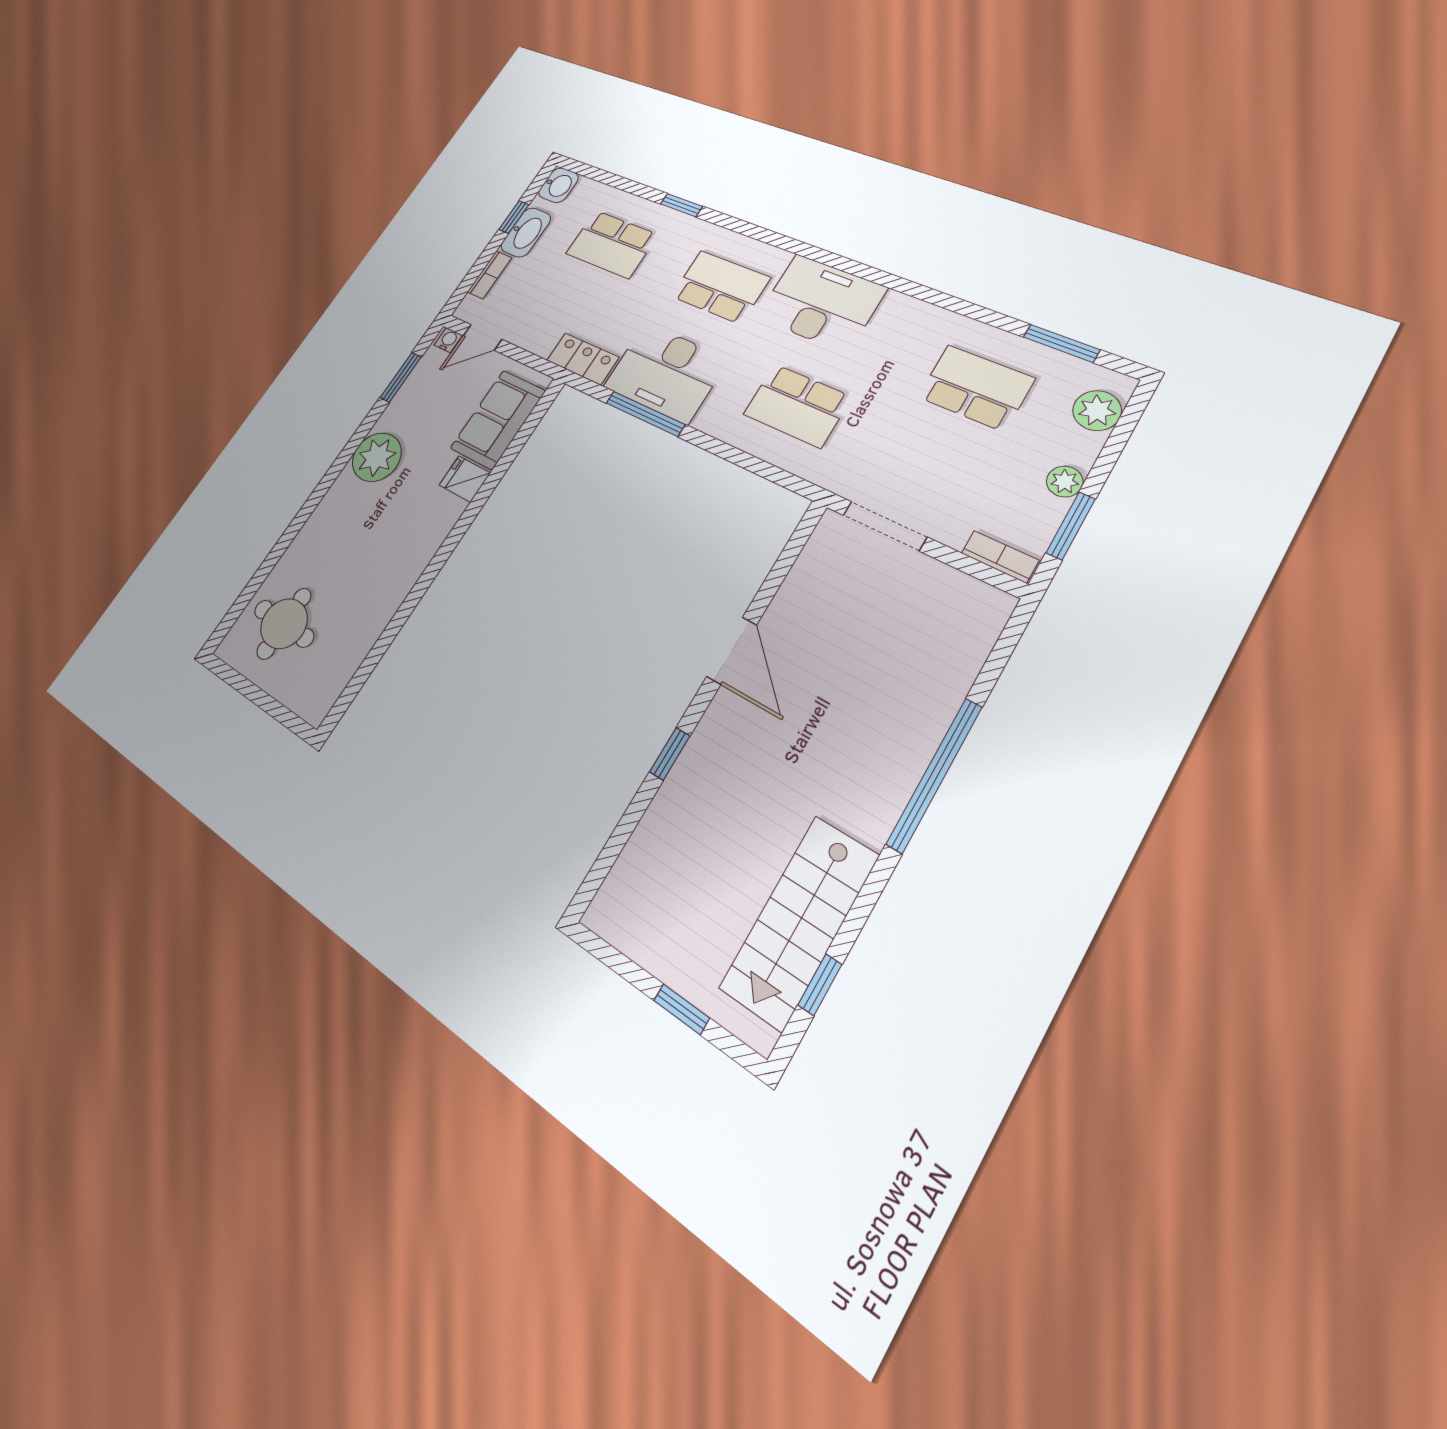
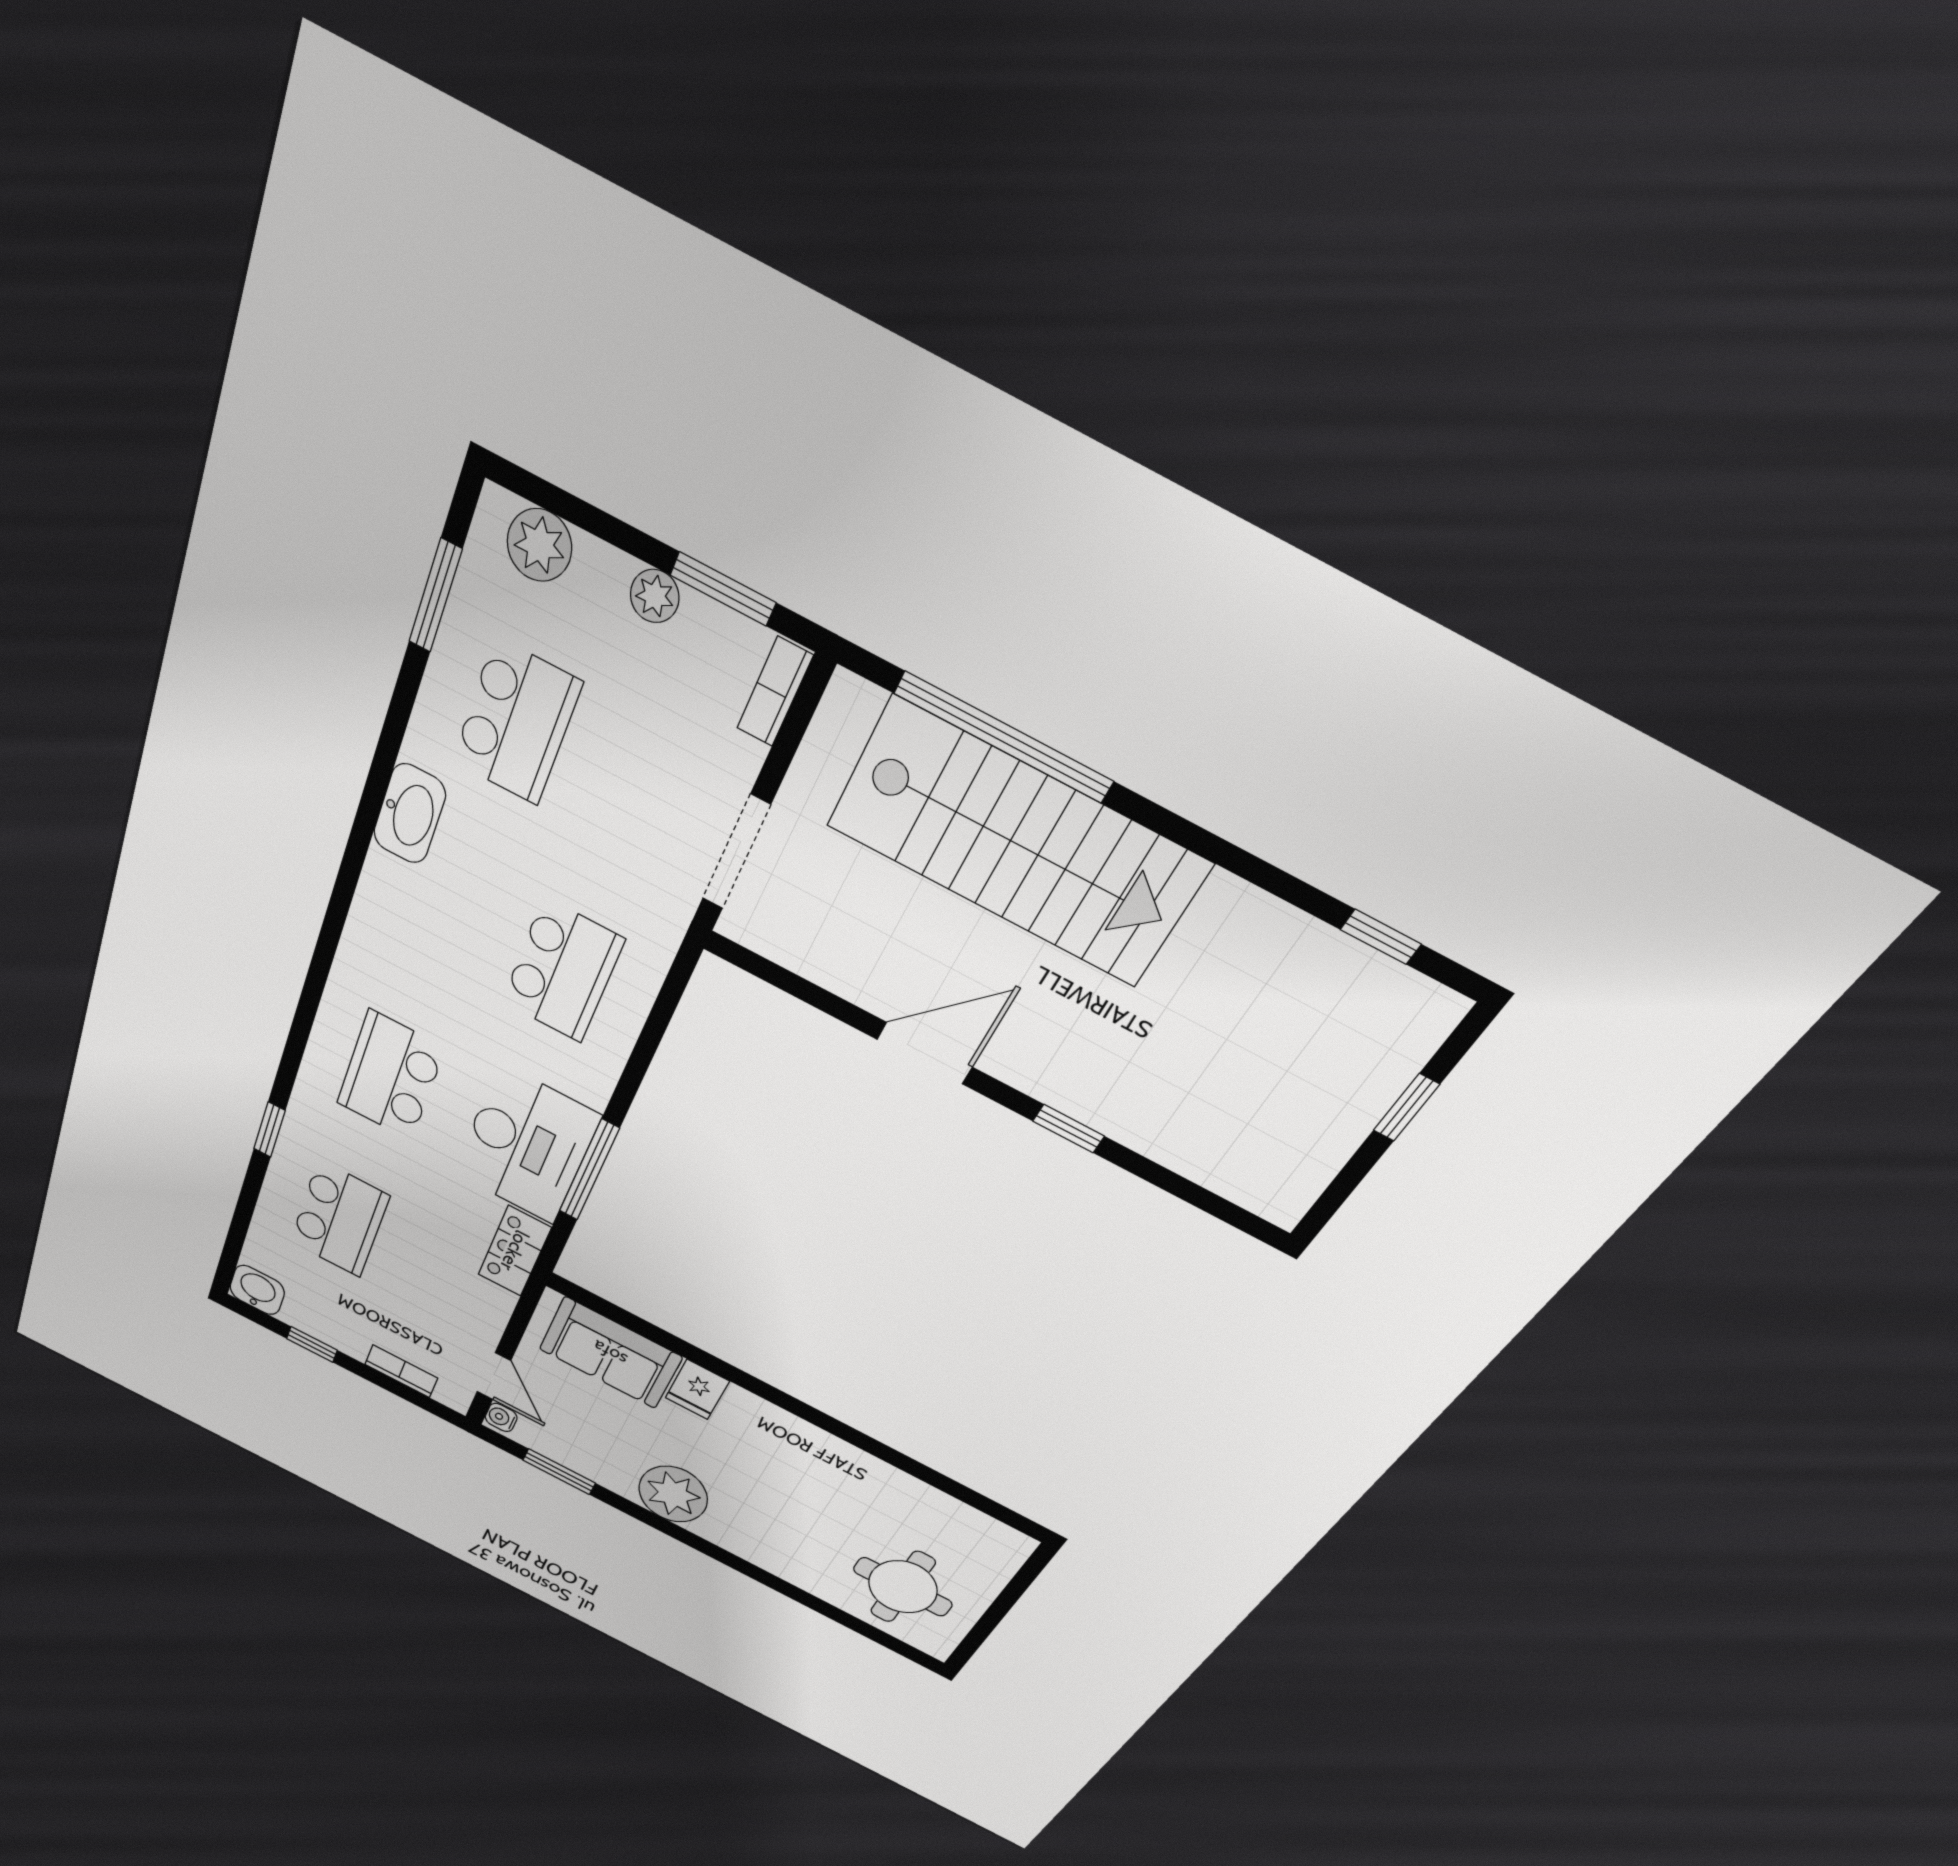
washbasin: (526, 232) -> (409, 814), moved, turned 90
desk: (821, 303) -> (402, 939), removed
school desk: (976, 388) -> (517, 722), turned 180
window: (935, 775) -> (1004, 737), moved
stairs: (800, 921) -> (1017, 844), moved, width x1.36, depth x1.51

